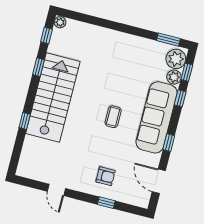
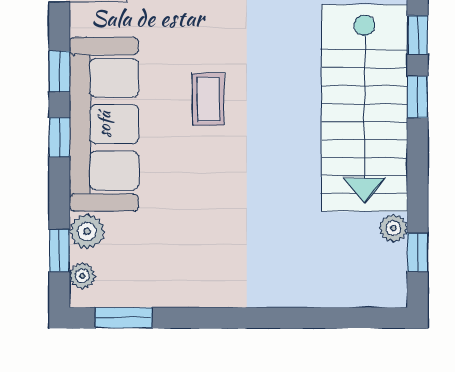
plant: (60, 22) -> (393, 228), moved
plant: (176, 59) -> (82, 276), width x0.53, depth x0.53
window: (38, 67) -> (418, 97), moved
window: (180, 98) -> (59, 137), moved

